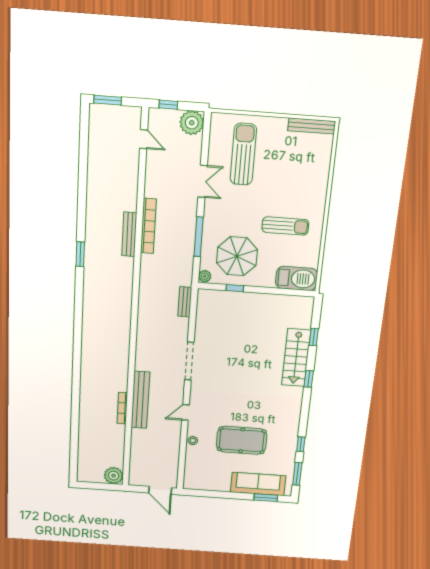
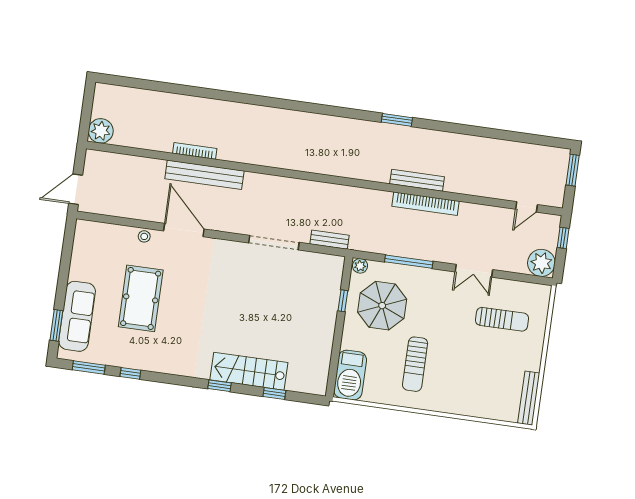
sun lounger: (243, 154) -> (502, 319), width x0.73, depth x0.75
doorway: (189, 361) -> (274, 243), moved
door: (185, 412) -> (184, 230), width x1.87

